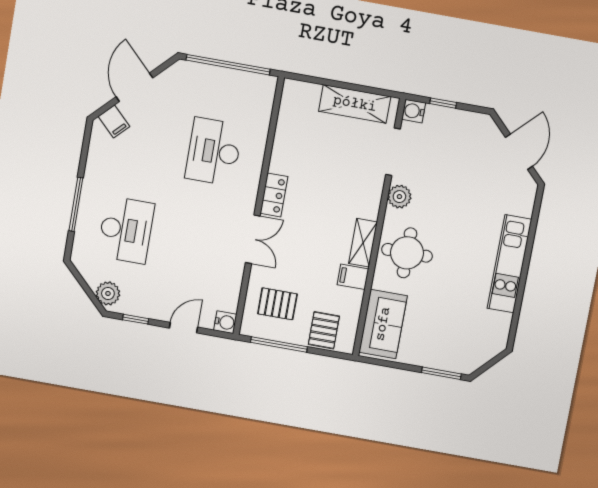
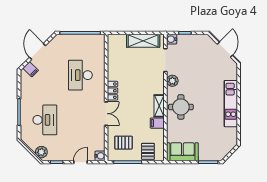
sofa: (383, 324) -> (182, 152), moved, turned -90

